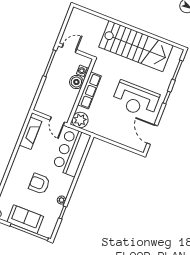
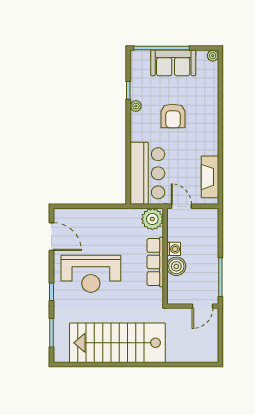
washing machine: (83, 71) -> (174, 249), moved
reception desk: (136, 99) -> (91, 274), turned 180
armchair: (39, 184) -> (173, 116), turned 90

